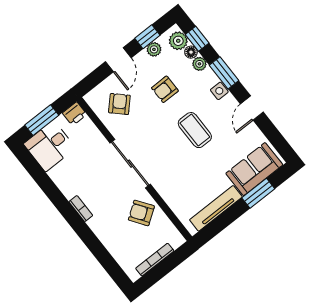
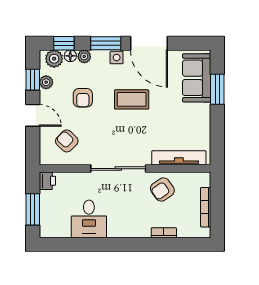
door: (252, 108) -> (149, 43), width x1.87
desk: (50, 146) -> (89, 219), moved
tv unit: (216, 208) -> (179, 158), moved, turned 90
bookcase: (81, 209) -> (164, 233), moved

